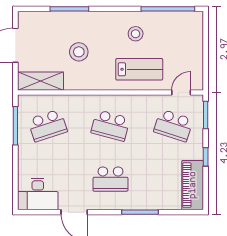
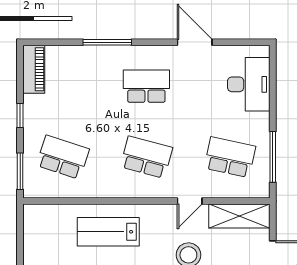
door: (181, 92) -> (190, 201), moved
school desk: (48, 125) -> (230, 157), turned 30
piano: (193, 185) -> (34, 69), width x0.73, depth x0.75
desk: (38, 194) -> (249, 84), moved, turned 90

